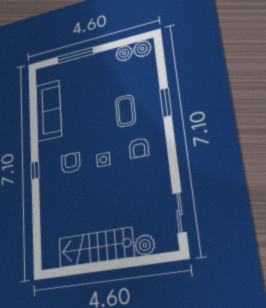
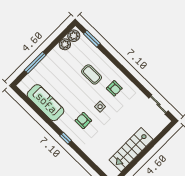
window: (166, 102) -> (92, 39), moved
plant: (145, 245) -> (154, 131), removed

